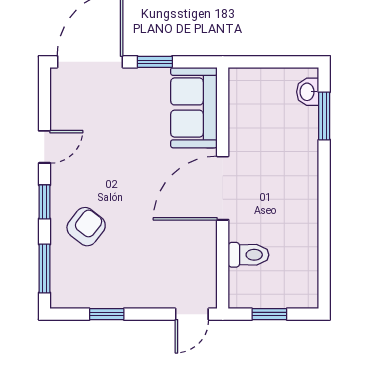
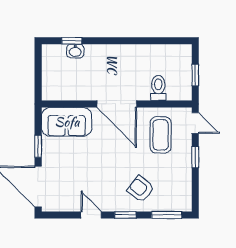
washbasin: (308, 92) -> (75, 51), moved
window: (324, 116) -> (72, 41), width x0.67
coffee table: (173, 258) -> (161, 135), added
window: (107, 314) -> (195, 157), moved

